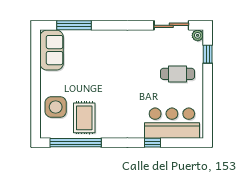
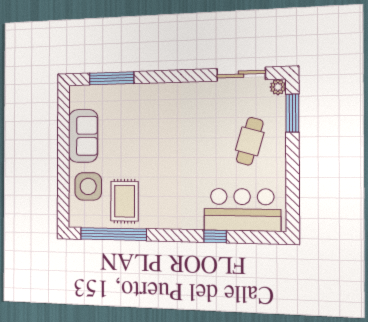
sofa: (52, 50) -> (83, 136), moved
window: (208, 54) -> (292, 113), width x1.50
cafe table: (178, 74) -> (250, 141), turned -74

